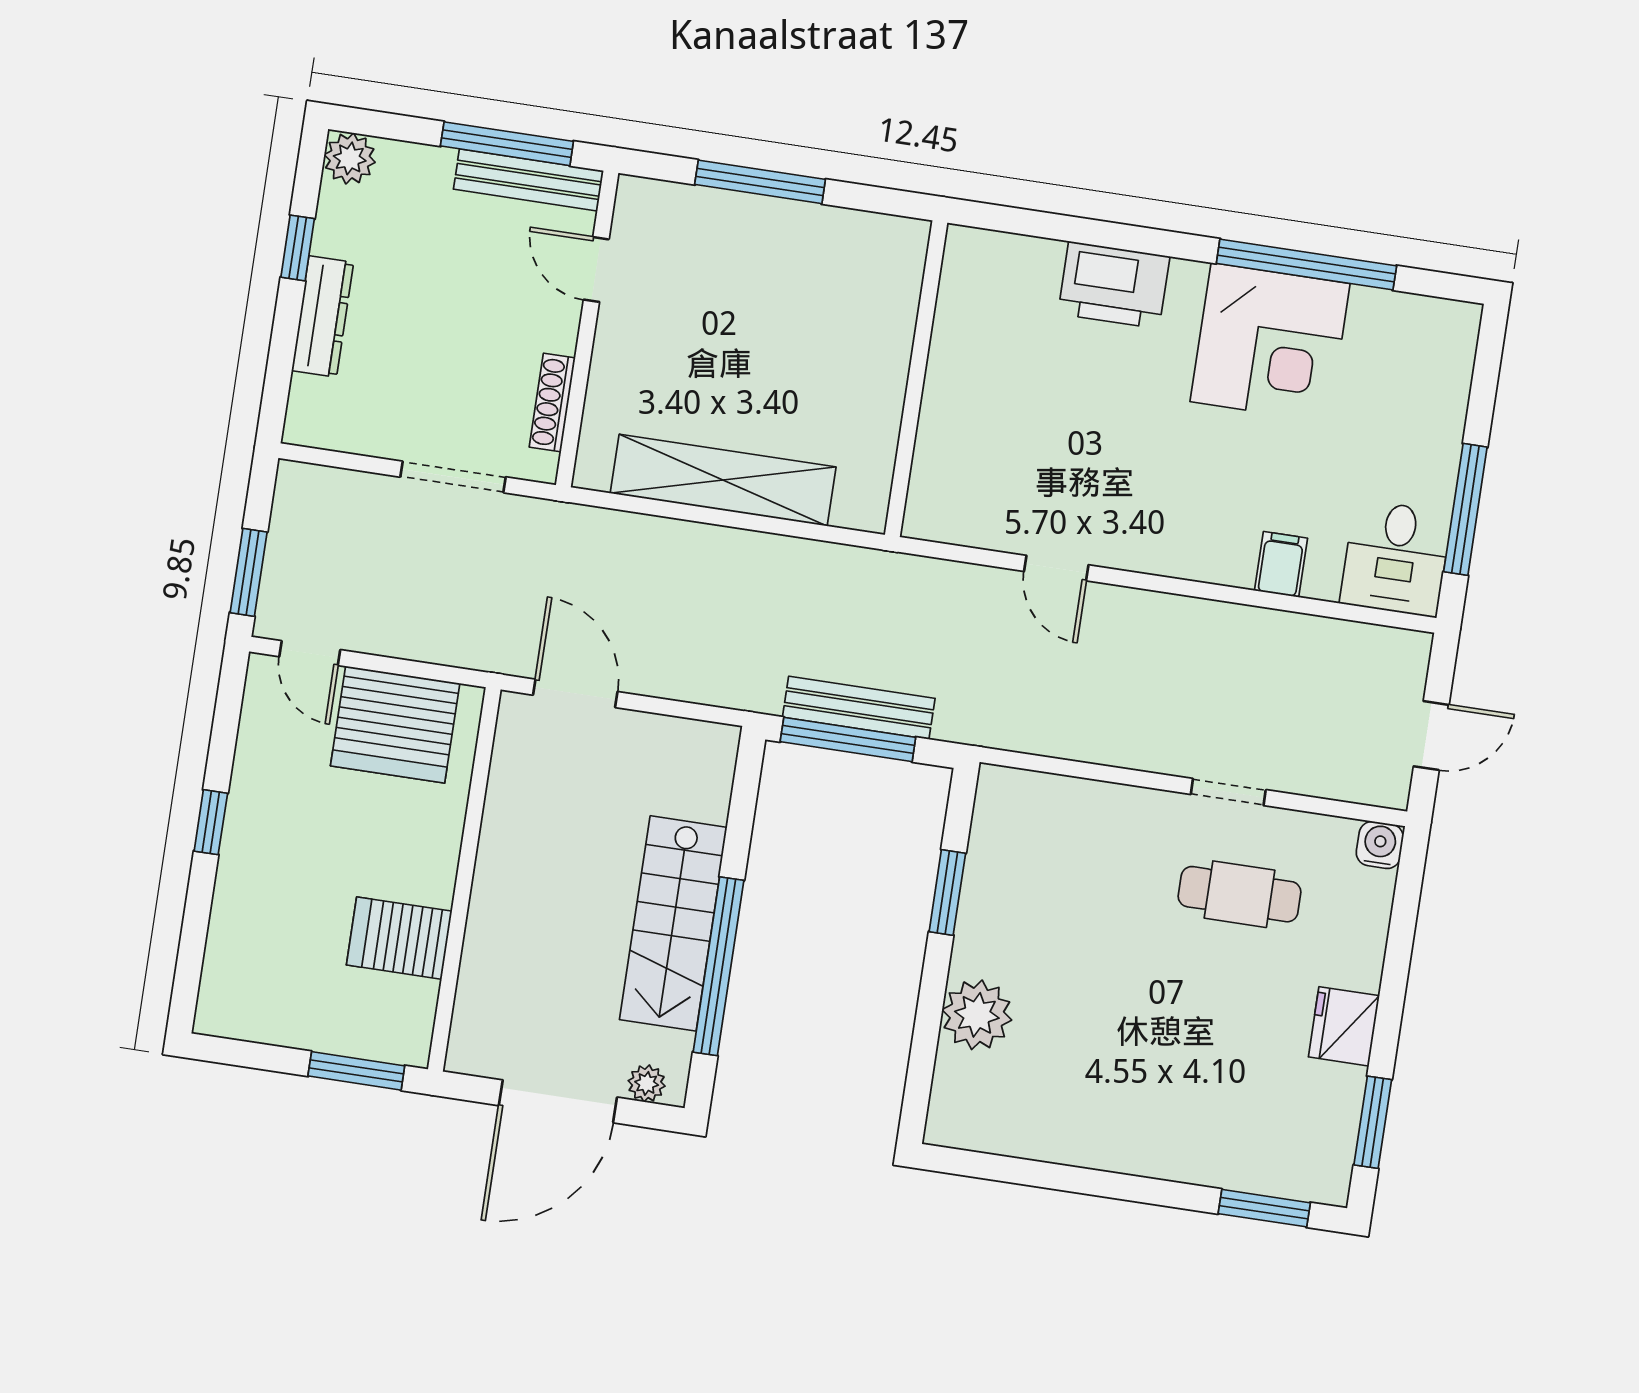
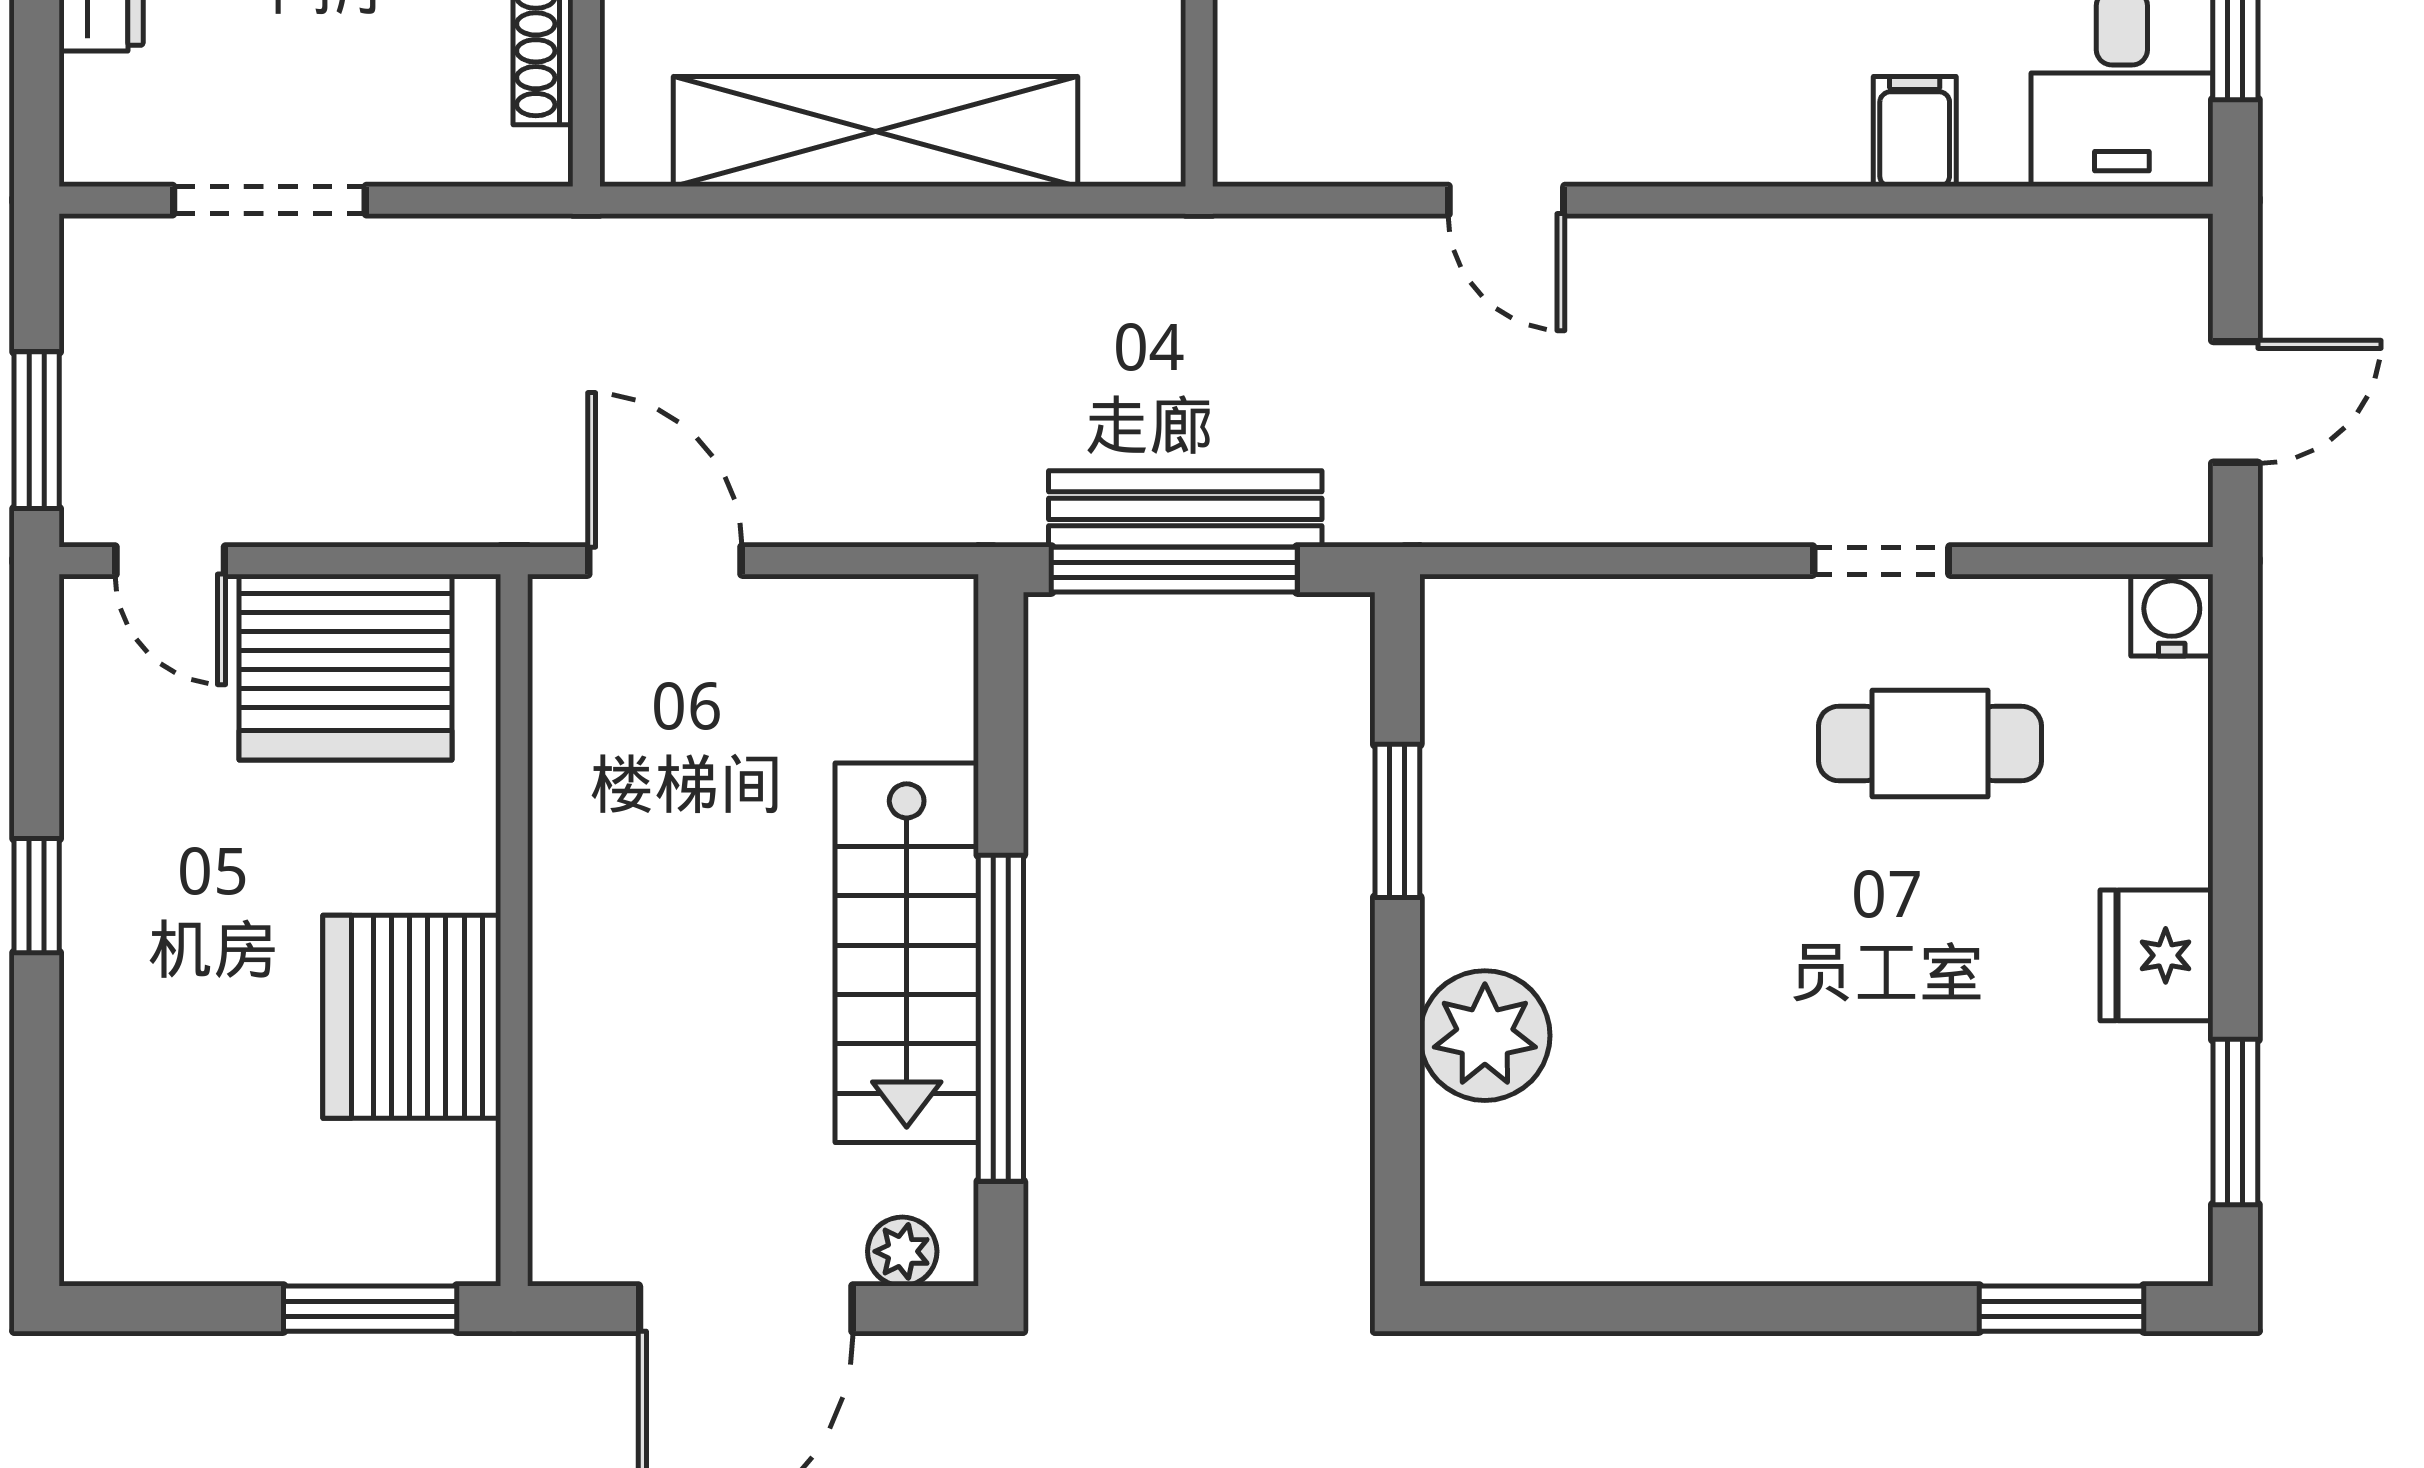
doorway: (453, 477) -> (269, 200), moved
server rack: (399, 938) -> (412, 1017), width x1.60

